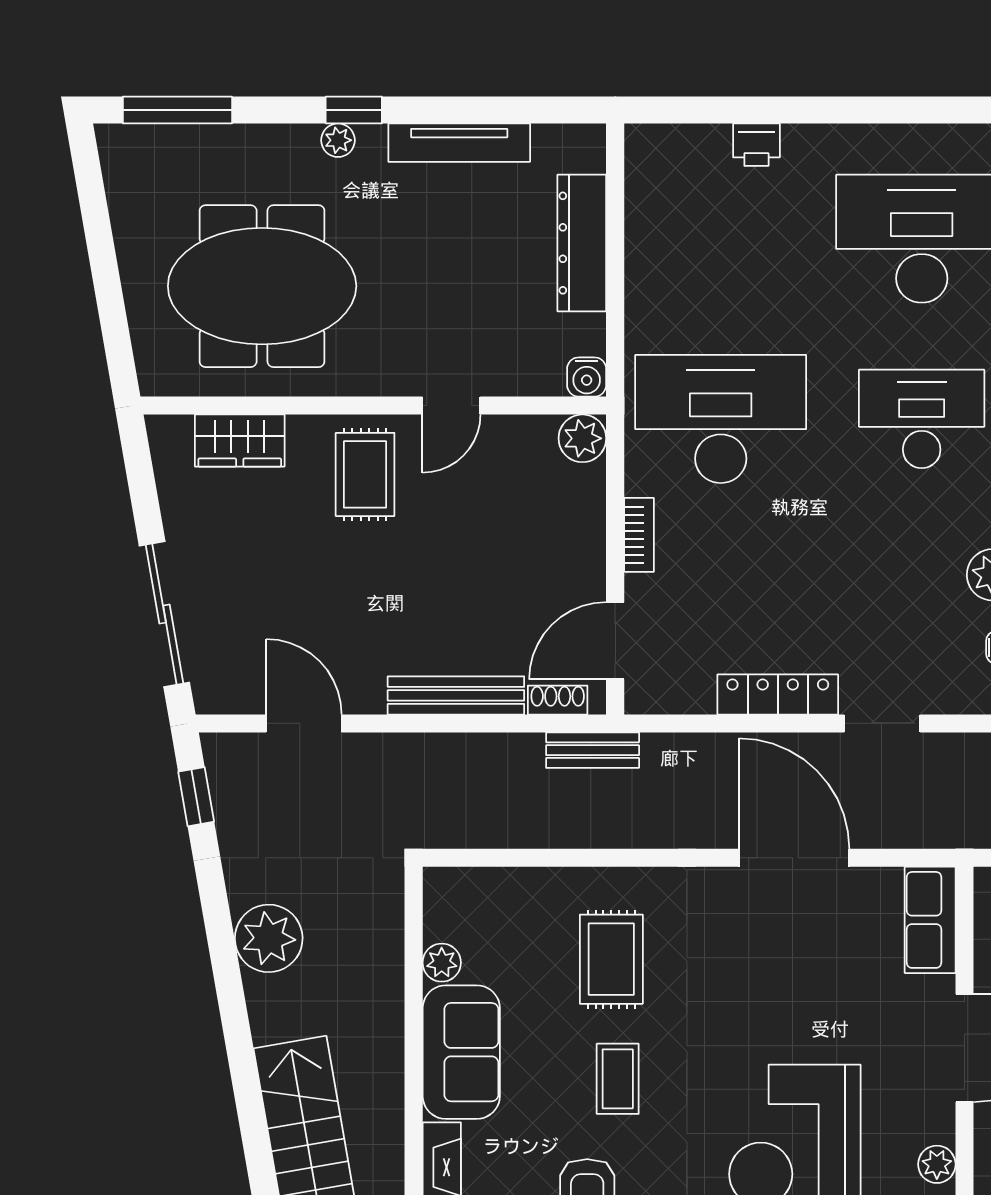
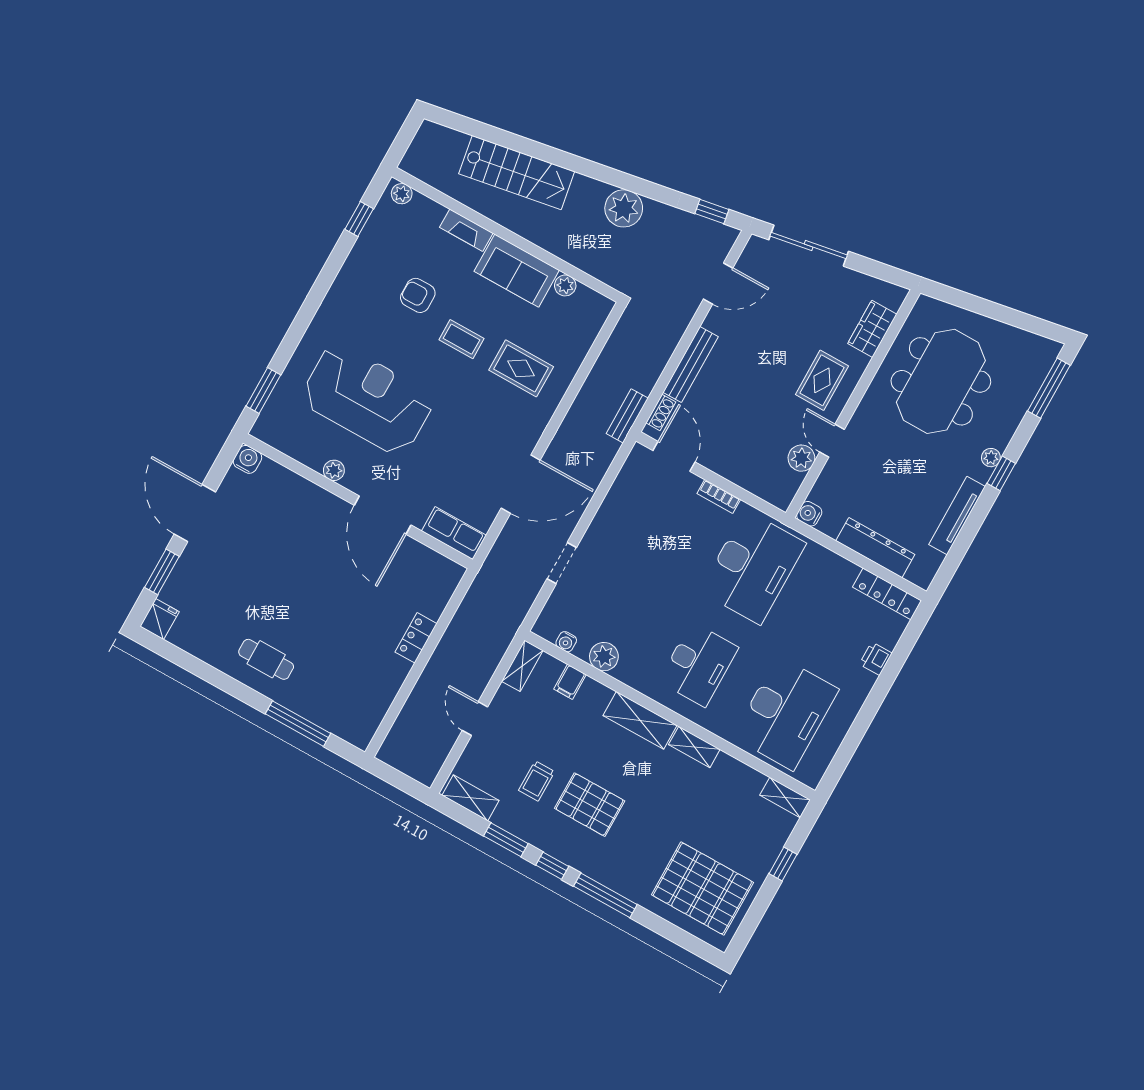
plant: (582, 438) -> (801, 458), moved
rug: (365, 474) -> (822, 380), turned 90
locker: (778, 694) -> (887, 594), moved, turned 90

